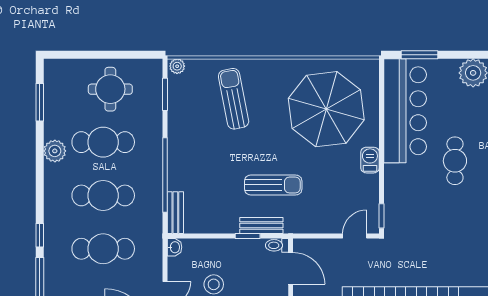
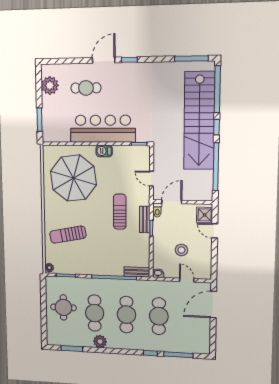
bar counter: (405, 111) -> (103, 129), moved
cafe table: (455, 161) -> (86, 88), moved
door: (355, 236) -> (152, 179), moved

